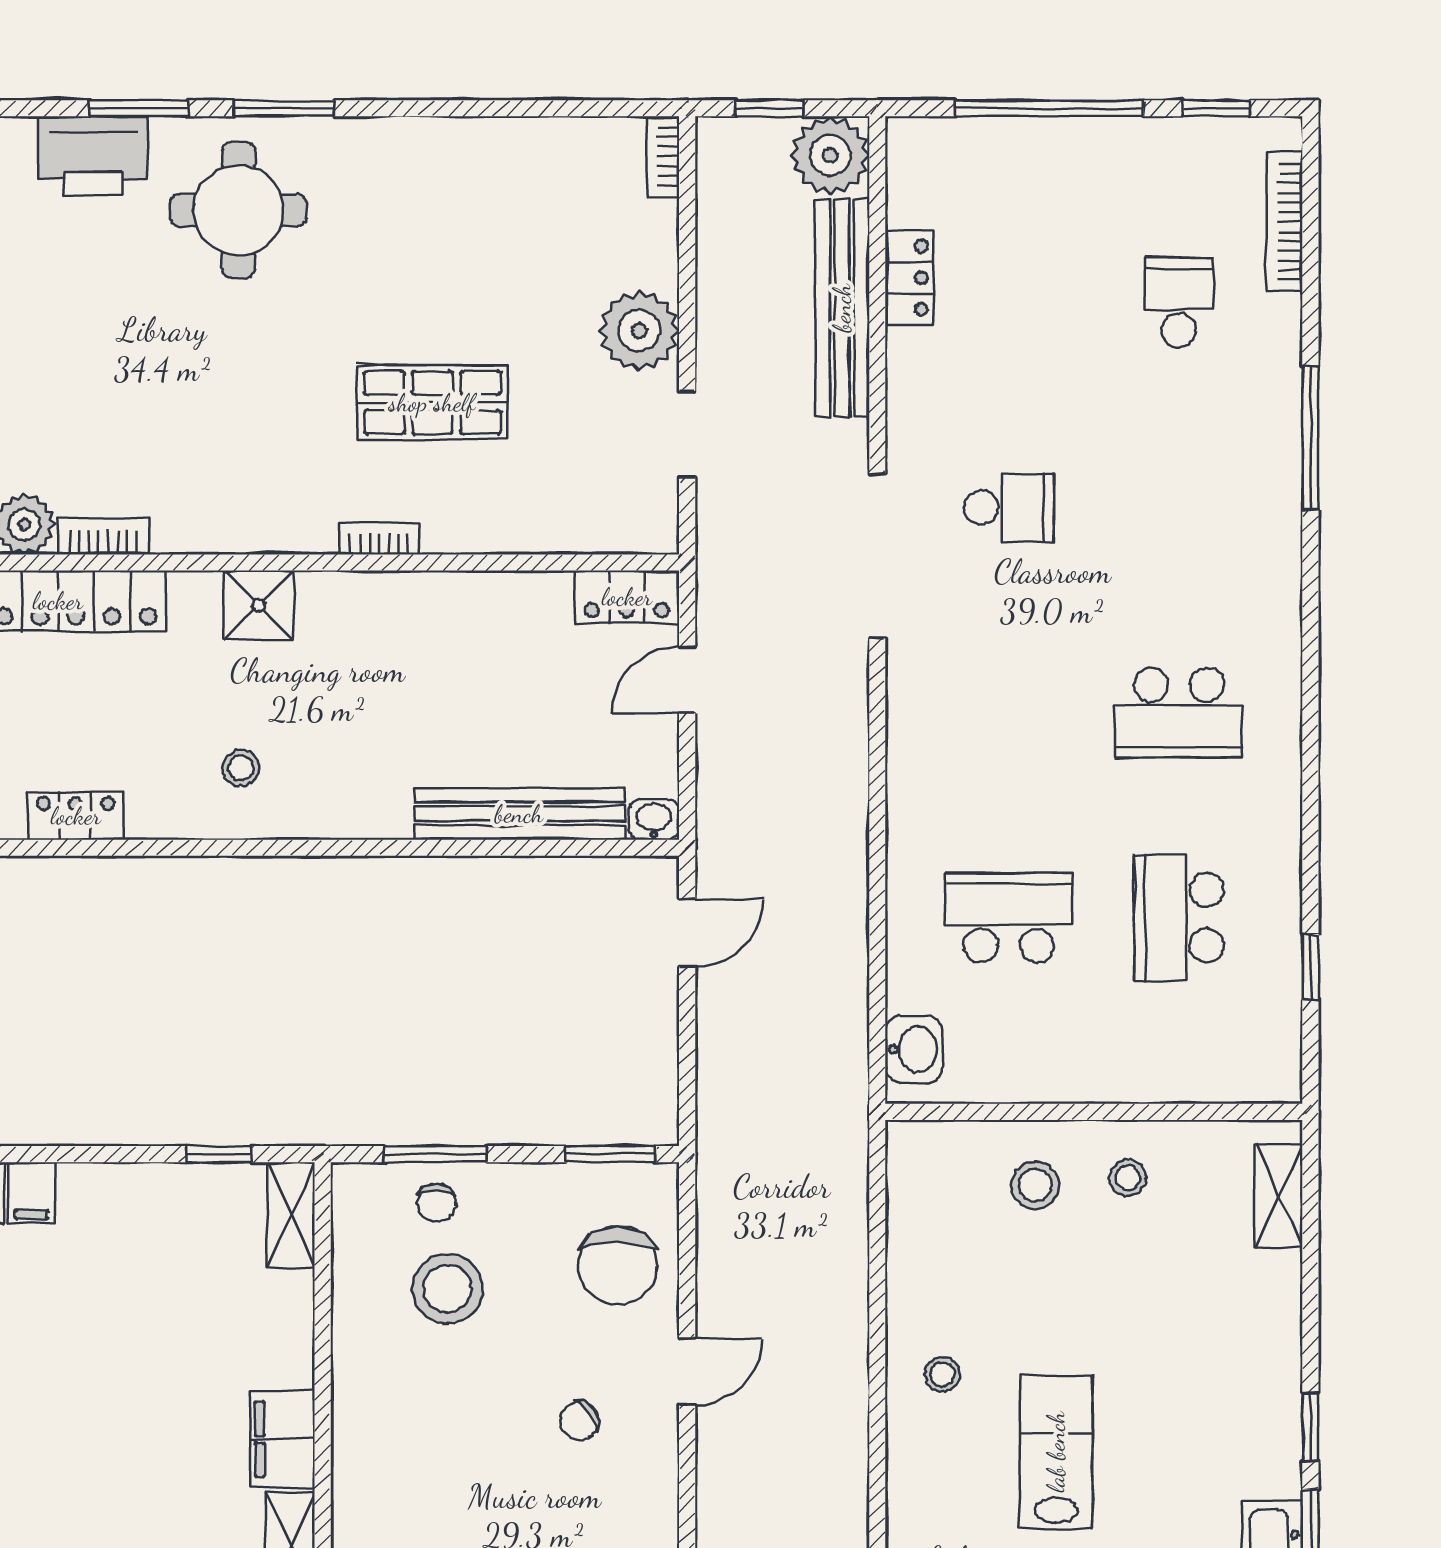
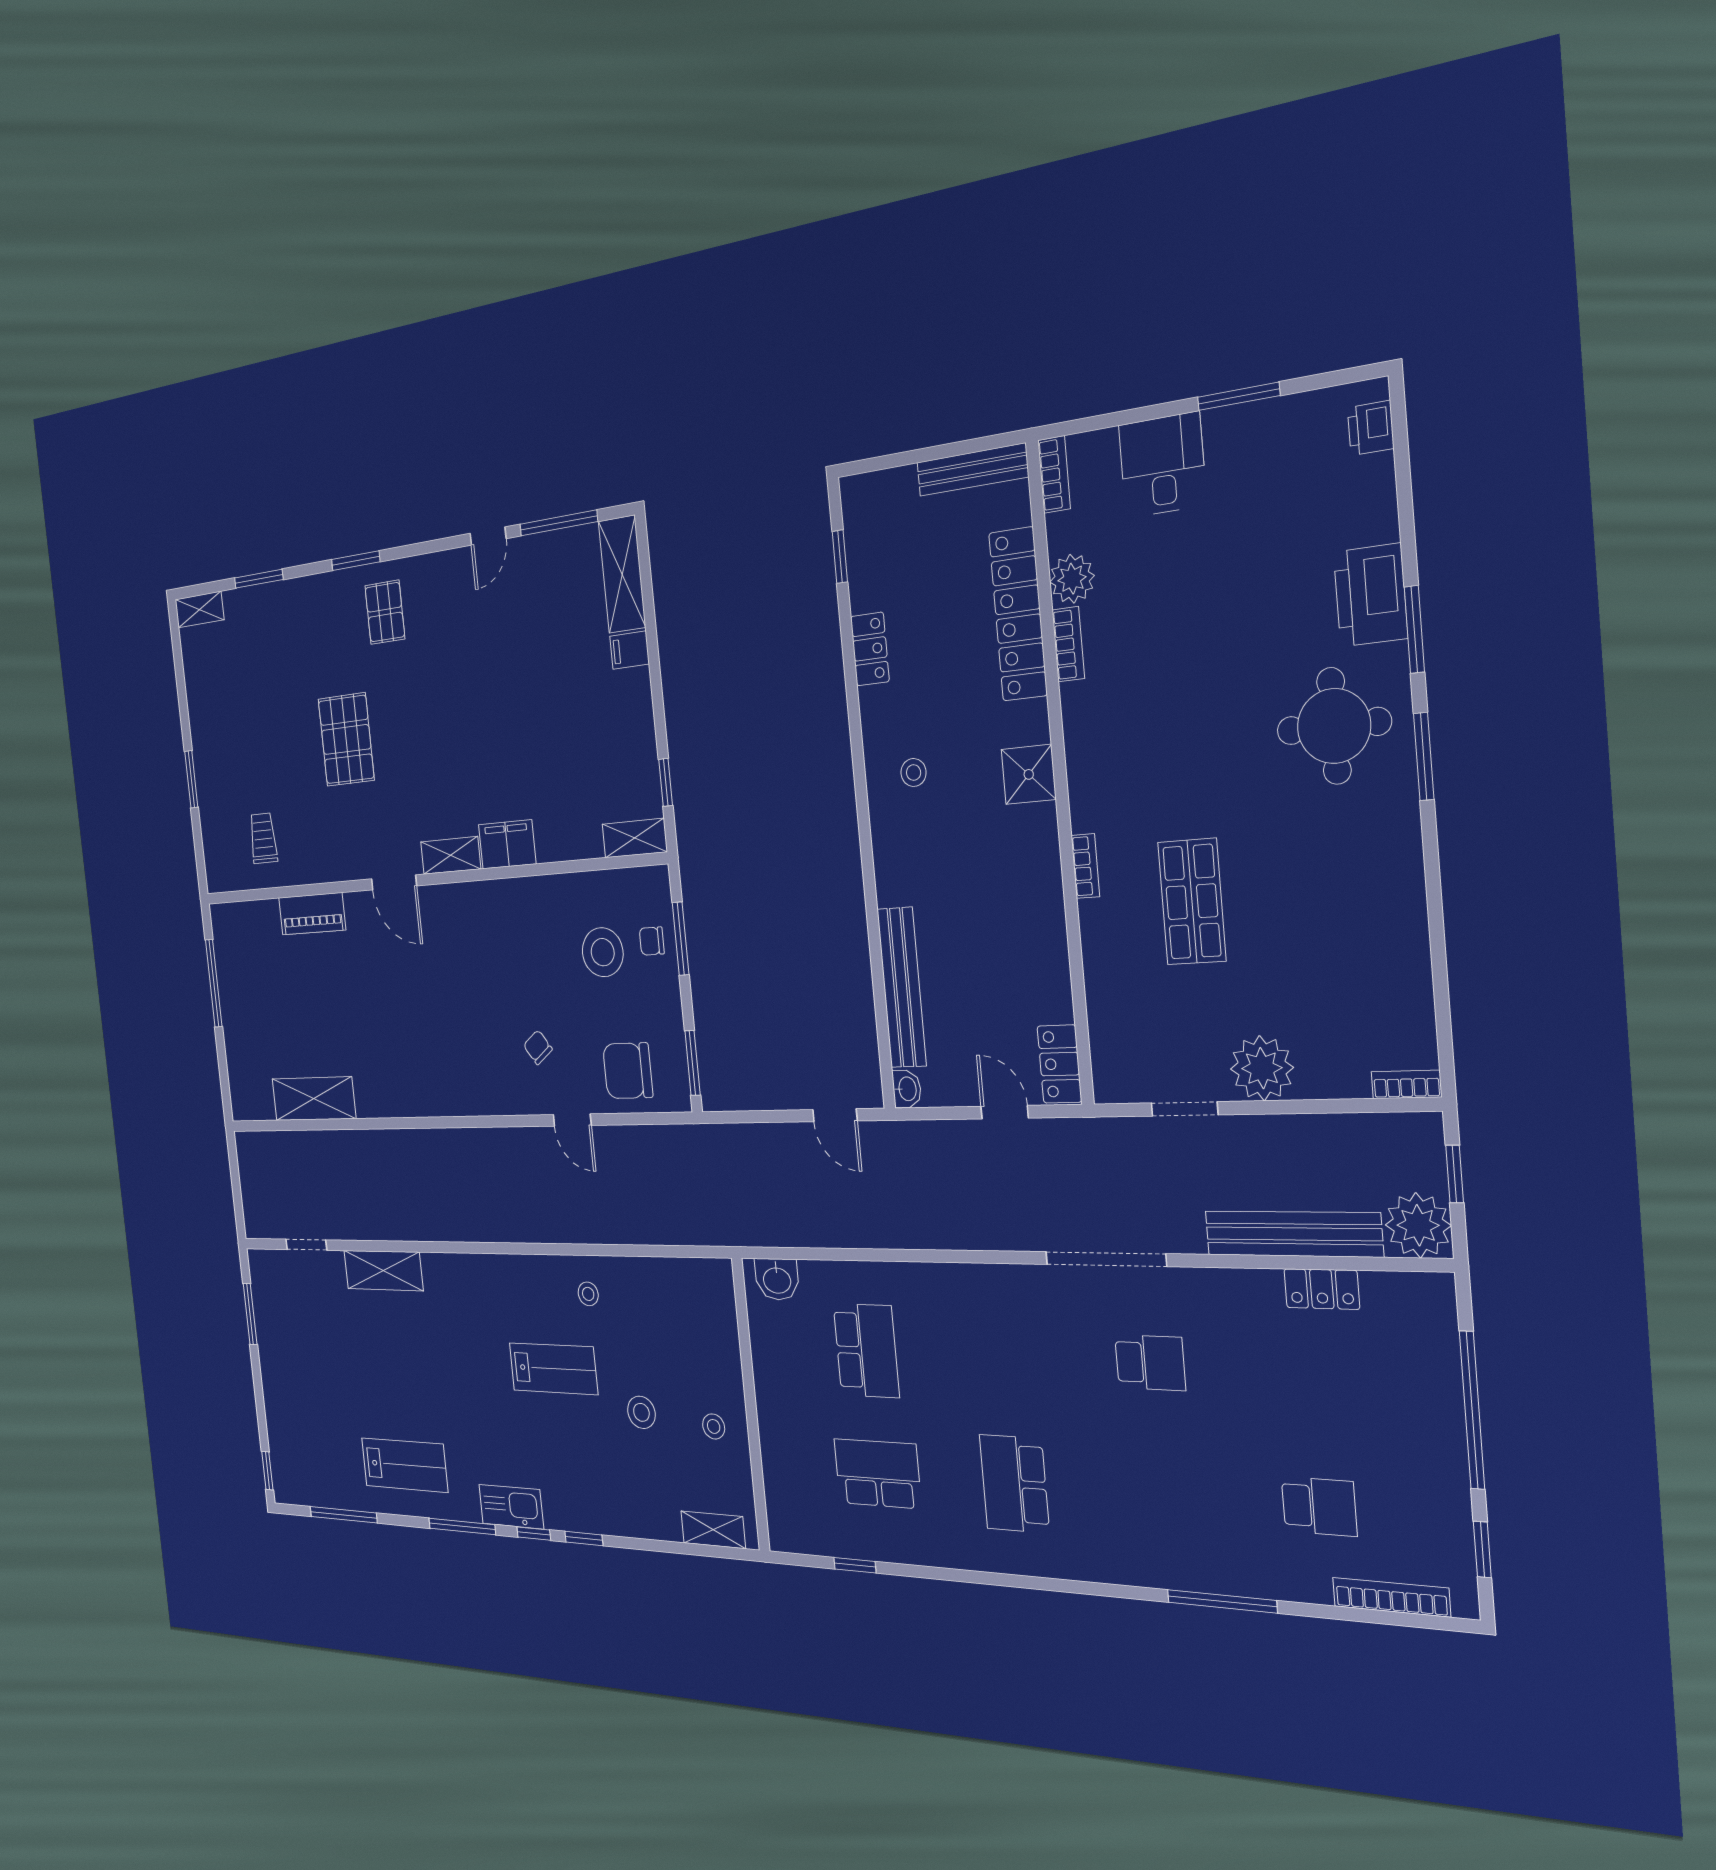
school desk: (1009, 508) -> (1150, 1363), turned -90
stool: (1035, 1185) -> (641, 1412), moved

